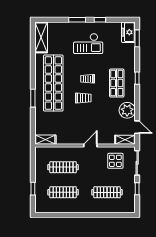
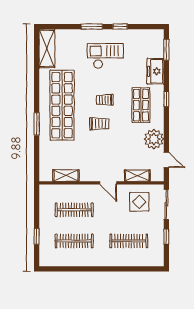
freezer: (128, 32) -> (155, 71), moved
checkout: (88, 44) -> (105, 56), turned 180
shelving: (45, 140) -> (66, 175), moved
shelving: (125, 140) -> (137, 176), moved
door: (90, 145) -> (108, 183), swing flipped

